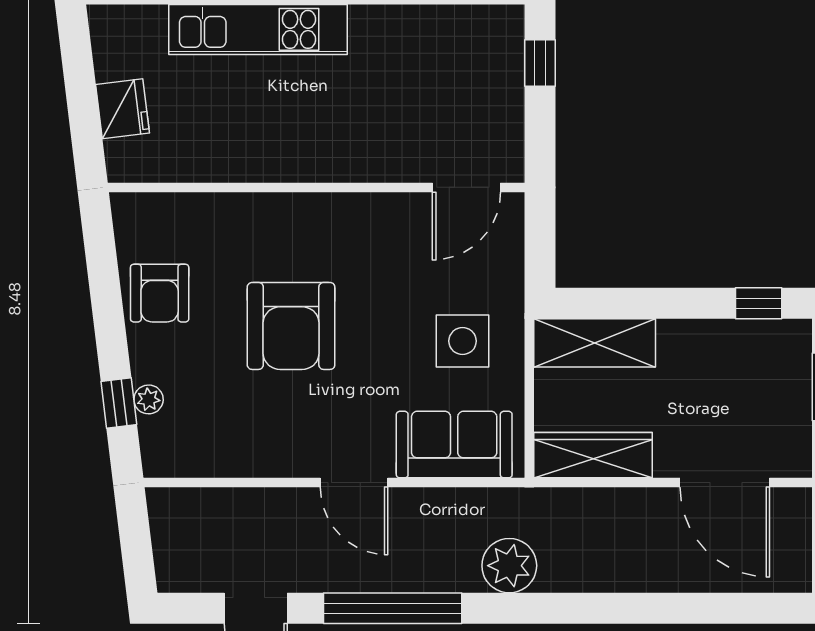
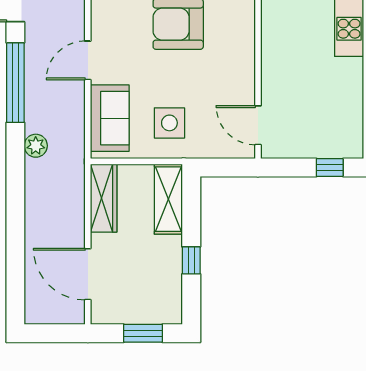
window: (759, 303) -> (191, 260), moved
door: (725, 483) -> (88, 274), hinge flipped
plant: (509, 566) -> (36, 146), width x0.73, depth x0.73

